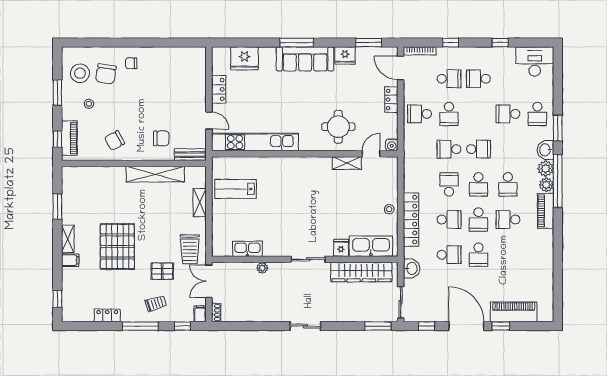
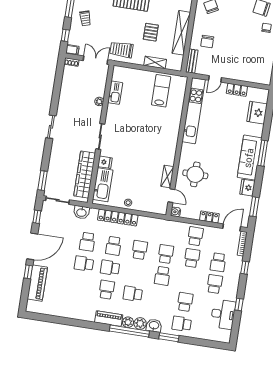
desk: (535, 61) -> (223, 314), moved
school desk: (449, 114) -> (192, 258), turned 90
school desk: (449, 184) -> (140, 250), turned -90
school desk: (478, 184) -> (136, 272), removed
pallet: (162, 271) -> (151, 32), moved

